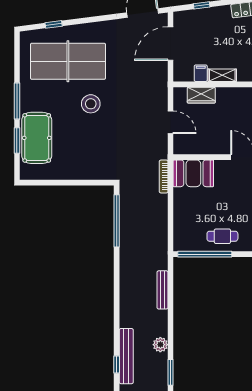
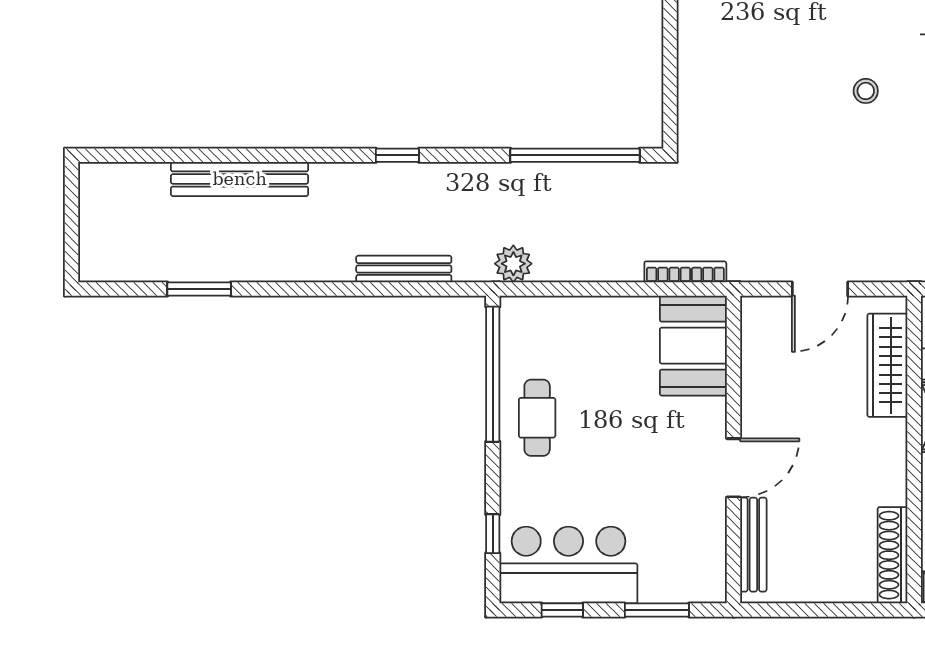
wardrobe: (201, 95) -> (887, 365), width x1.50
stool: (91, 104) -> (866, 91), width x0.53, depth x0.53
plant: (160, 345) -> (513, 264), moved
window: (117, 364) -> (397, 155), moved

